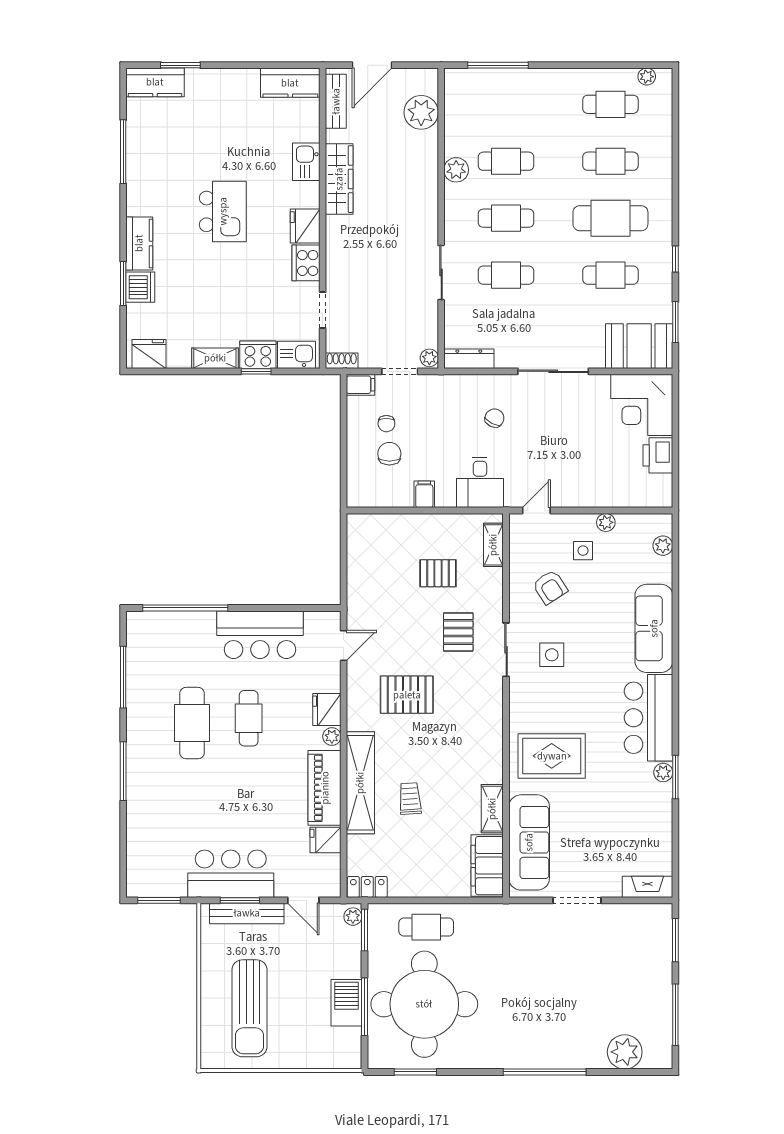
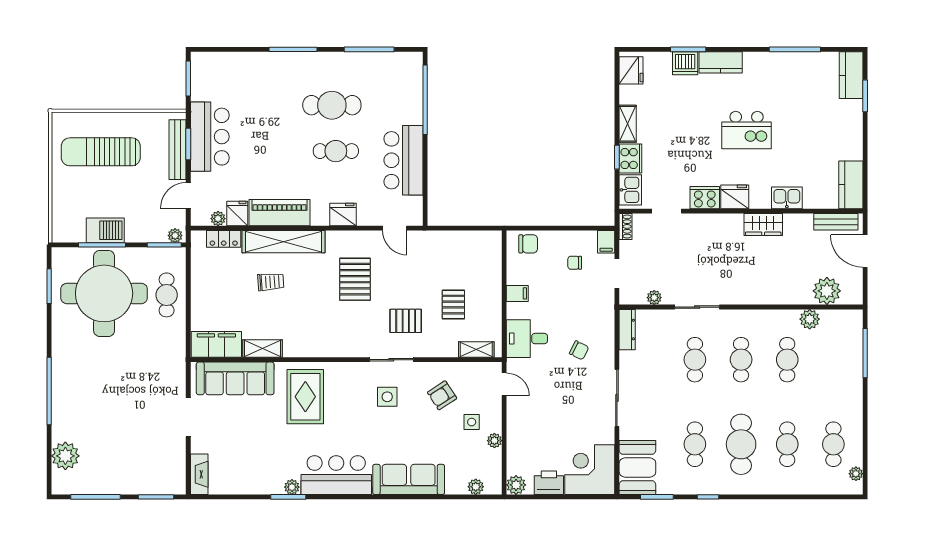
plant: (456, 170) -> (810, 319), moved
wardrobe: (339, 179) -> (763, 224), width x0.67
plant: (429, 358) -> (654, 298), moved
chair: (389, 454) -> (528, 244), moved
plant: (661, 496) -> (516, 485), added
plant: (332, 737) -> (218, 219), moved
locker: (367, 887) -> (224, 239), moved, turned 90

